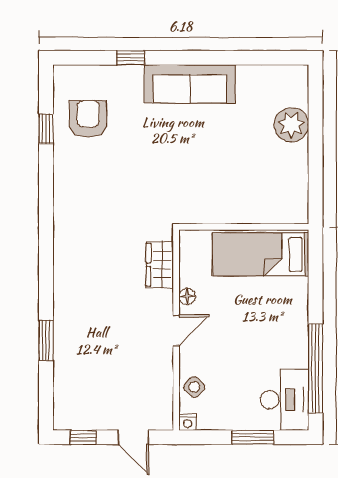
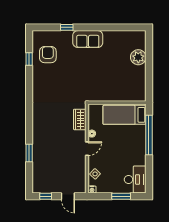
sofa: (190, 84) -> (88, 39), width x0.73
window: (316, 369) -> (149, 135), moved

